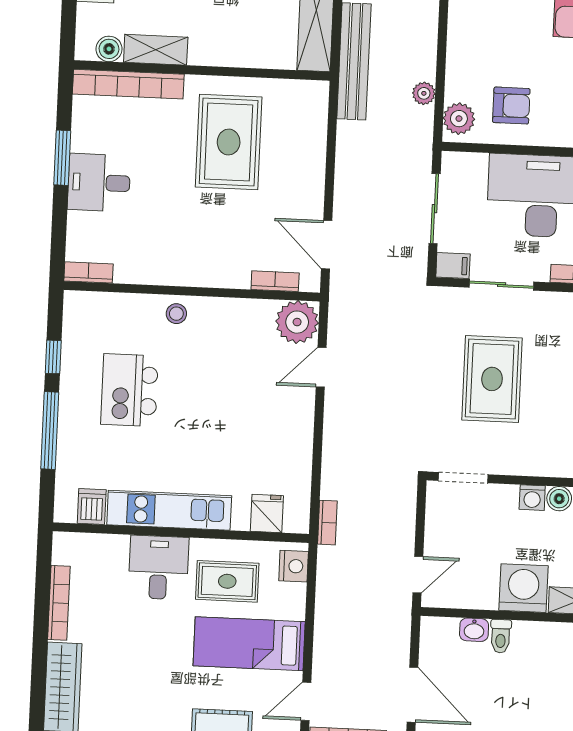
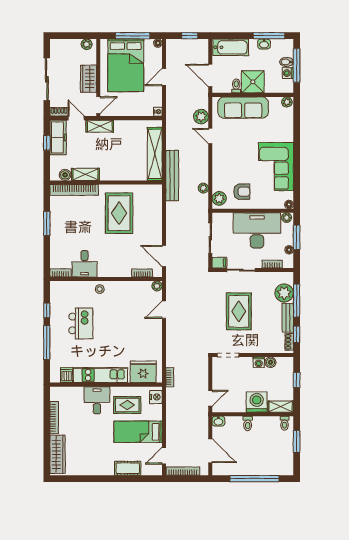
desk: (99, 183) -> (84, 264), moved, turned -90
plant: (297, 322) -> (157, 286), width x0.53, depth x0.53
kitchen island: (130, 390) -> (81, 323), turned 180
fridge: (267, 513) -> (143, 372), width x1.88, depth x1.34
washbasin: (474, 630) -> (218, 421), moved

